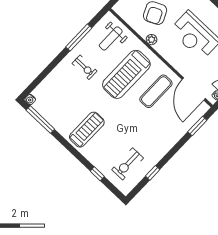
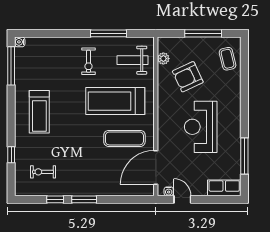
plant: (152, 40) -> (163, 59), moved
window: (197, 126) -> (84, 199), moved
treadmill: (87, 130) -> (39, 112), turned 90
exercise bike: (128, 164) -> (43, 172), width x0.73, depth x0.72

